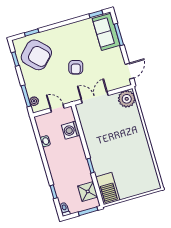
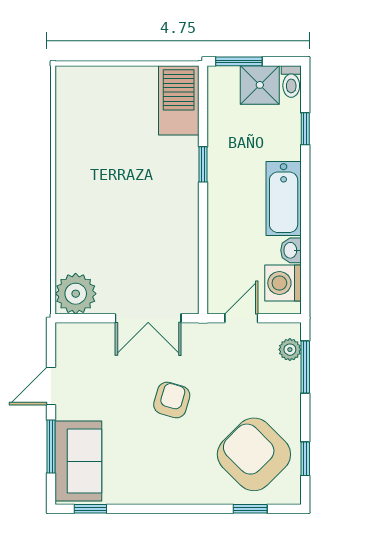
door: (129, 71) -> (51, 386), moved
door: (57, 108) -> (241, 318), swing flipped
washing machine: (71, 130) -> (283, 283), moved, turned 180
bathtub: (54, 161) -> (284, 199), added
shower: (88, 191) -> (260, 85), moved

